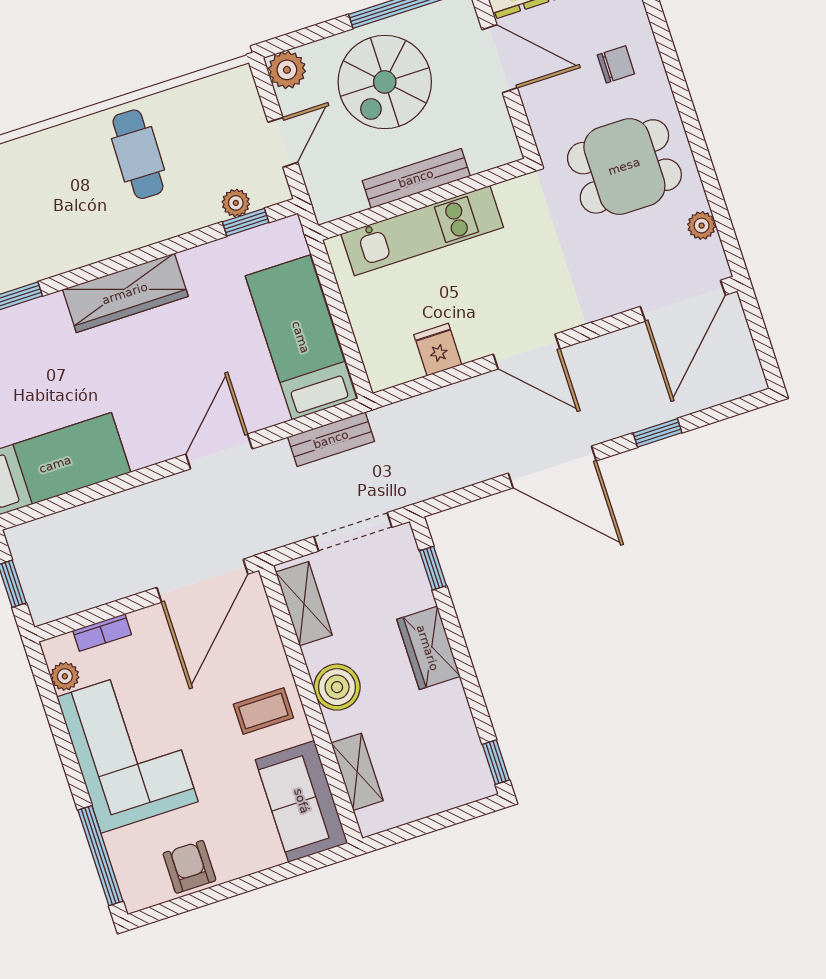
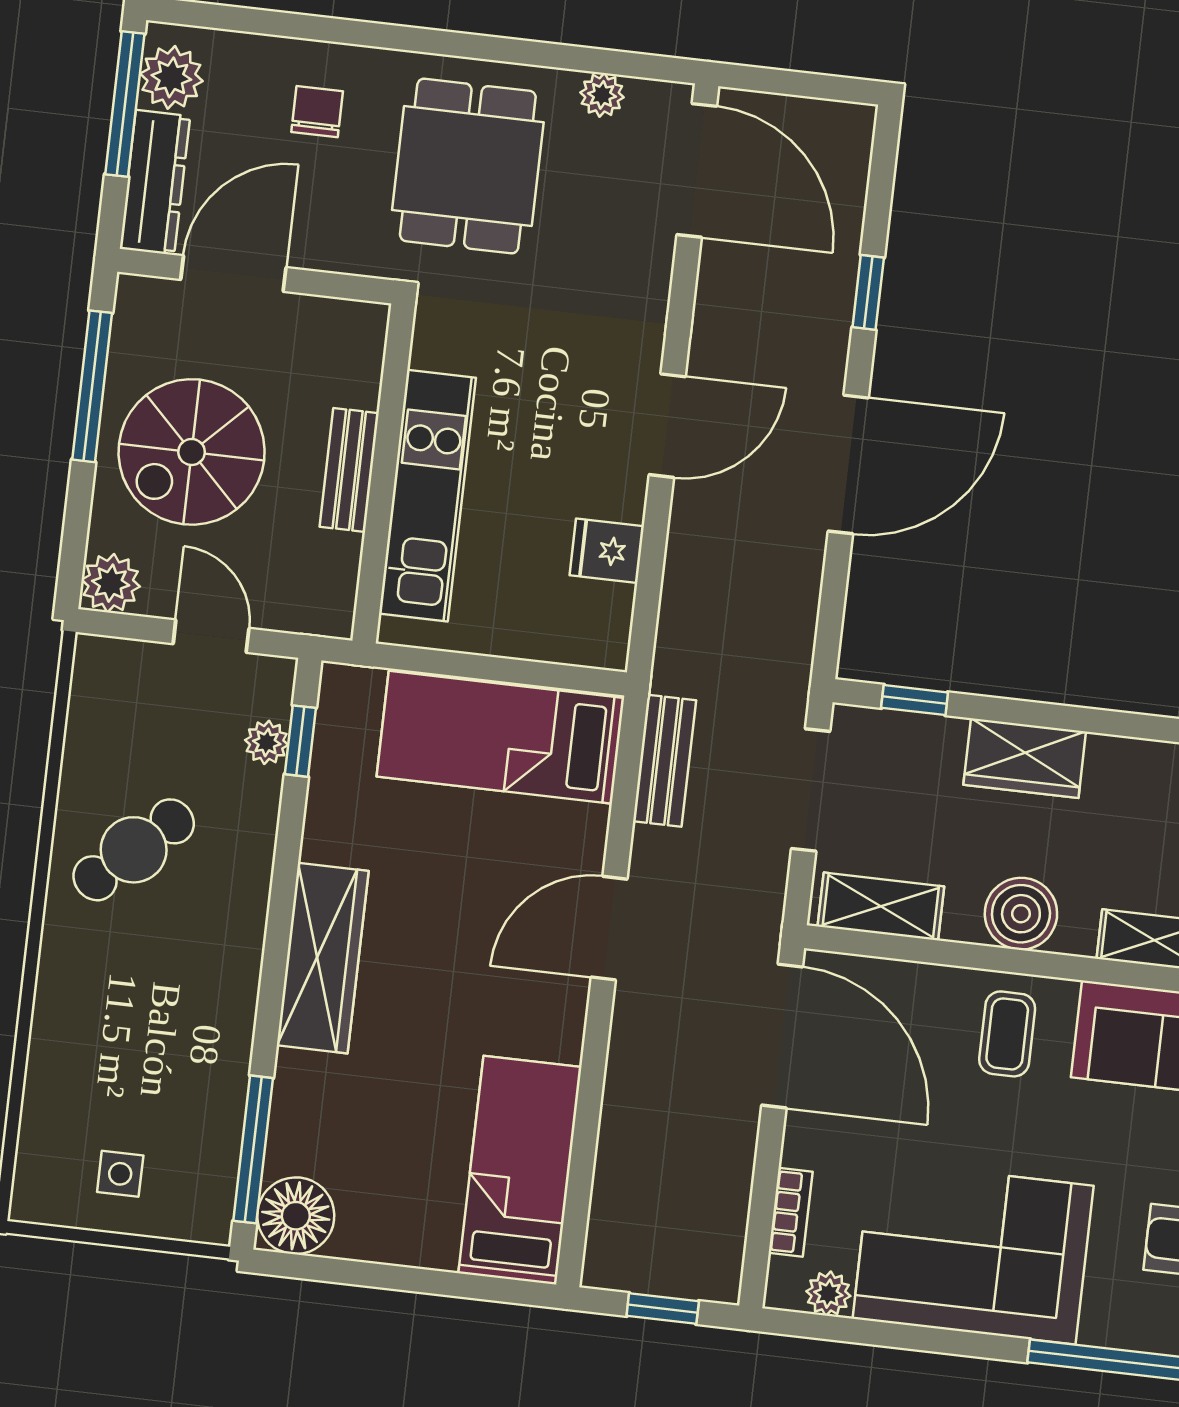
spiral stairs: (385, 82) -> (192, 452), turned 90
cafe table: (138, 154) -> (134, 850), turned -44
bench: (416, 178) -> (349, 470), width x0.73
door: (219, 451) -> (609, 928), hinge flipped

